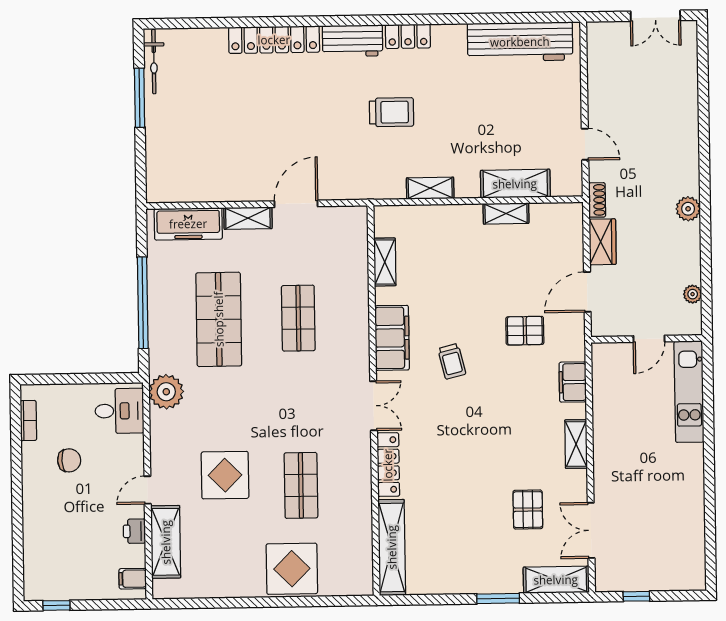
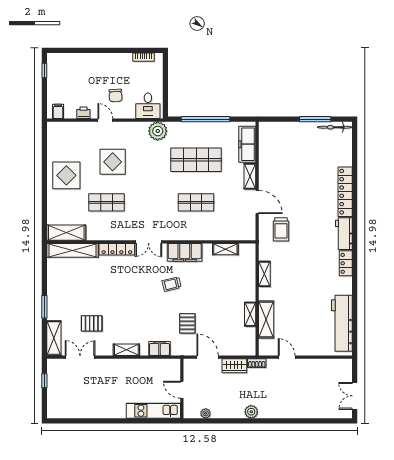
trolley: (392, 112) -> (281, 229), moved
door: (585, 144) -> (287, 357), swing flipped
chair: (69, 460) -> (115, 95), moved
shelving: (166, 542) -> (66, 233), moved
display table: (292, 569) -> (66, 175), moved

